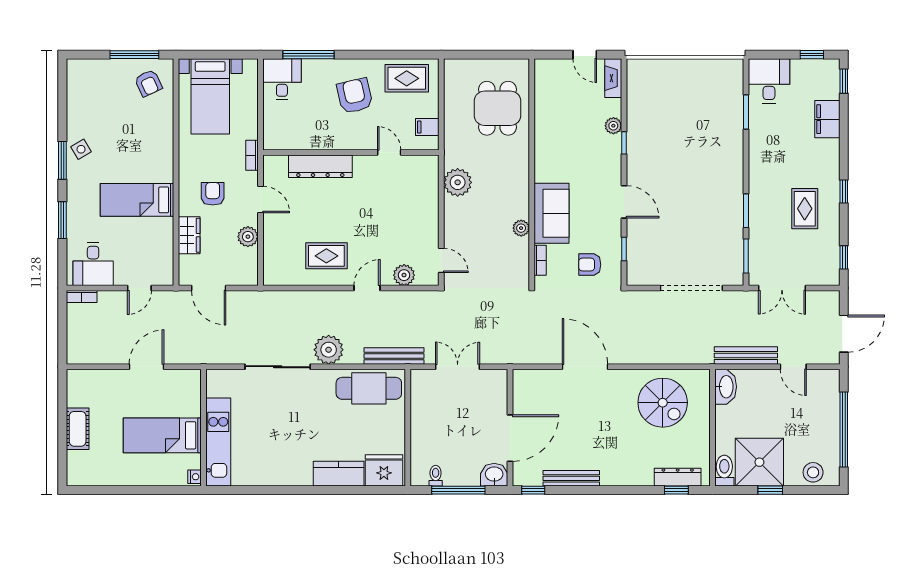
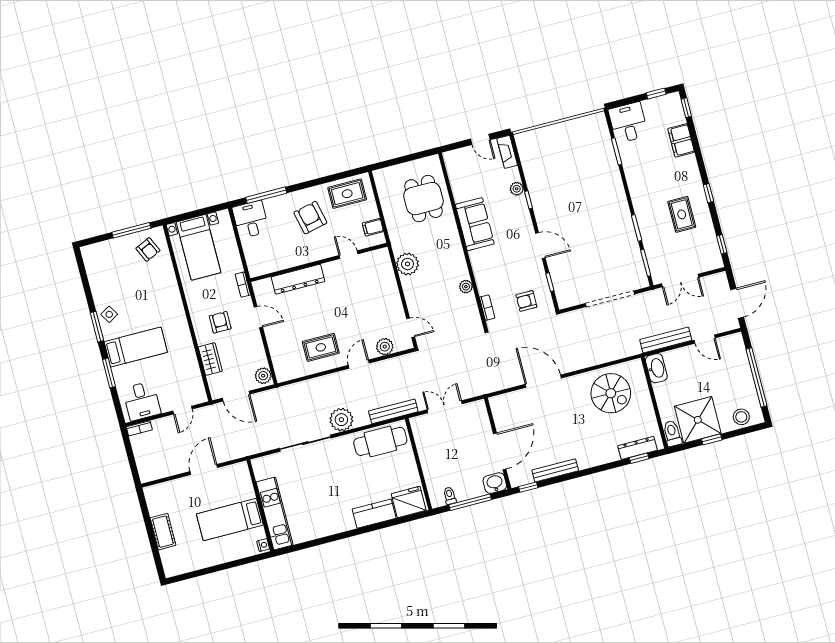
bed: (137, 200) -> (136, 347), moved, turned 180
sofa: (551, 213) -> (475, 224), moved
plant: (248, 237) -> (263, 376), moved

